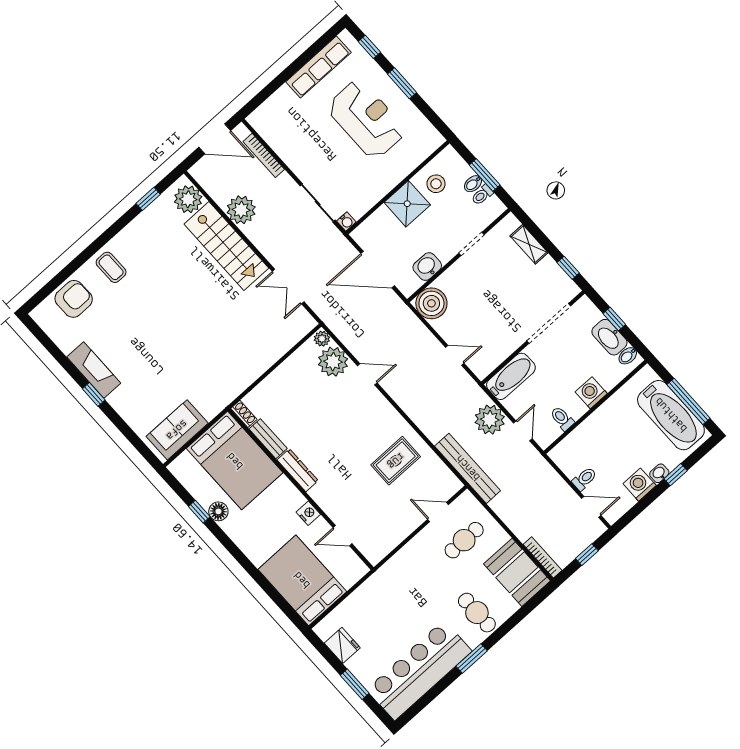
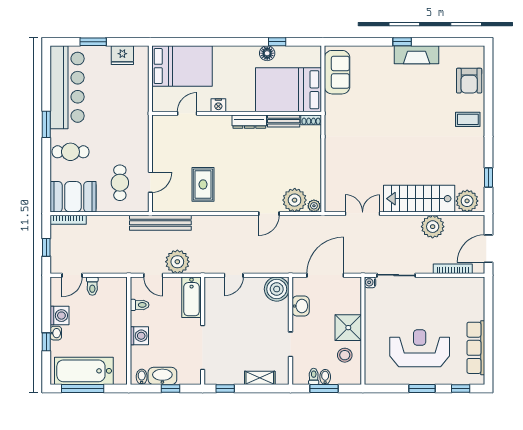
reception desk: (366, 119) -> (420, 348), turned 180

